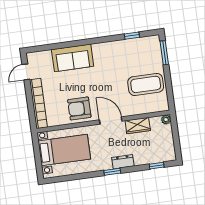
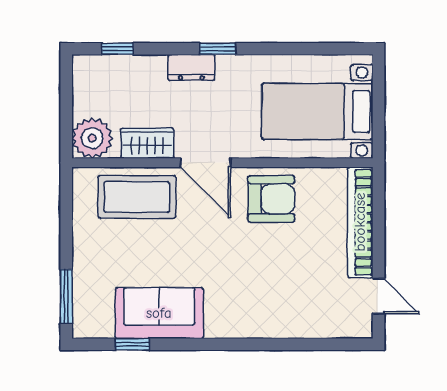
sofa: (73, 58) -> (159, 313), moved
door: (26, 72) -> (379, 296), hinge flipped
coffee table: (146, 84) -> (137, 197), moved
plant: (166, 120) -> (92, 138), width x1.87, depth x1.87

